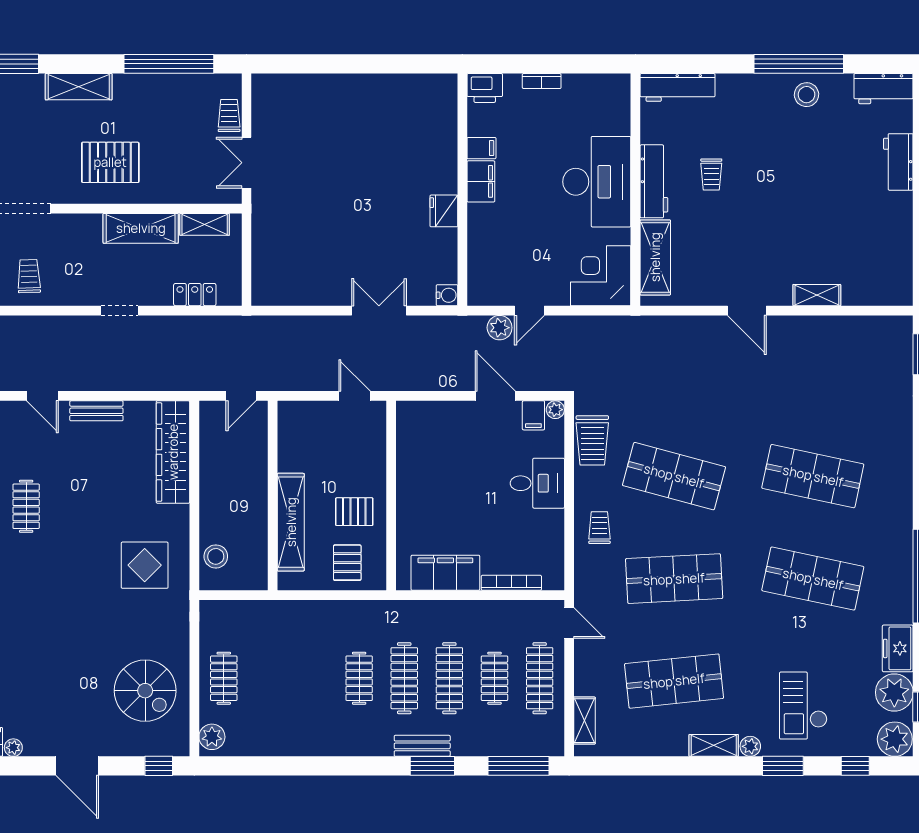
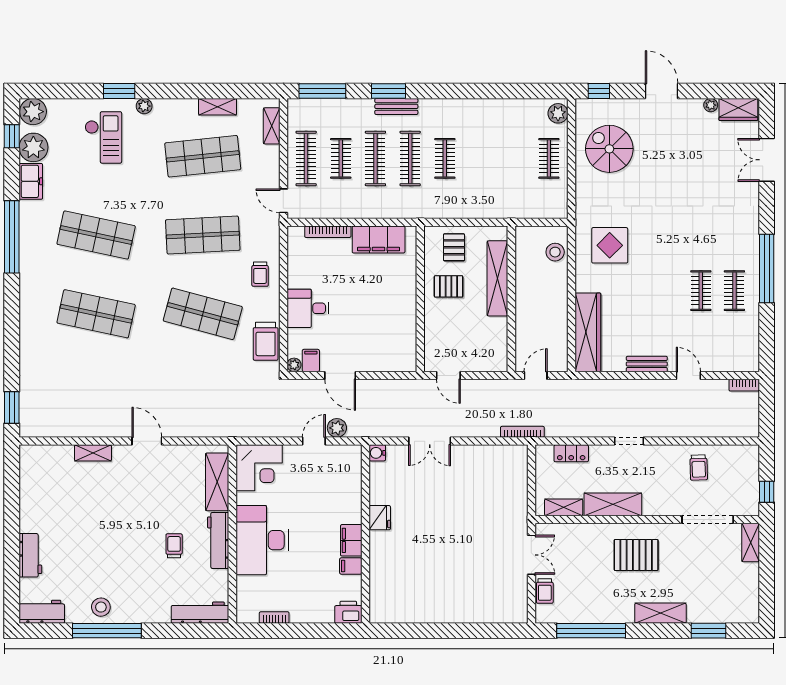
bookcase: (542, 81) -> (274, 617), moved
bookcase: (258, 323) -> (522, 432), added
trolley: (592, 440) -> (266, 341), turned 180
shelving: (714, 745) -> (218, 107), moved
window: (855, 766) -> (63, 91), removed

